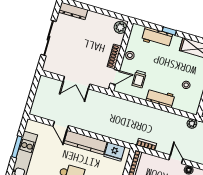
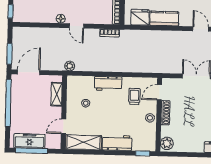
window: (169, 31) -> (143, 153), moved
workbench: (157, 37) -> (117, 143), moved
kitchen counter: (85, 143) -> (164, 19), width x0.67

